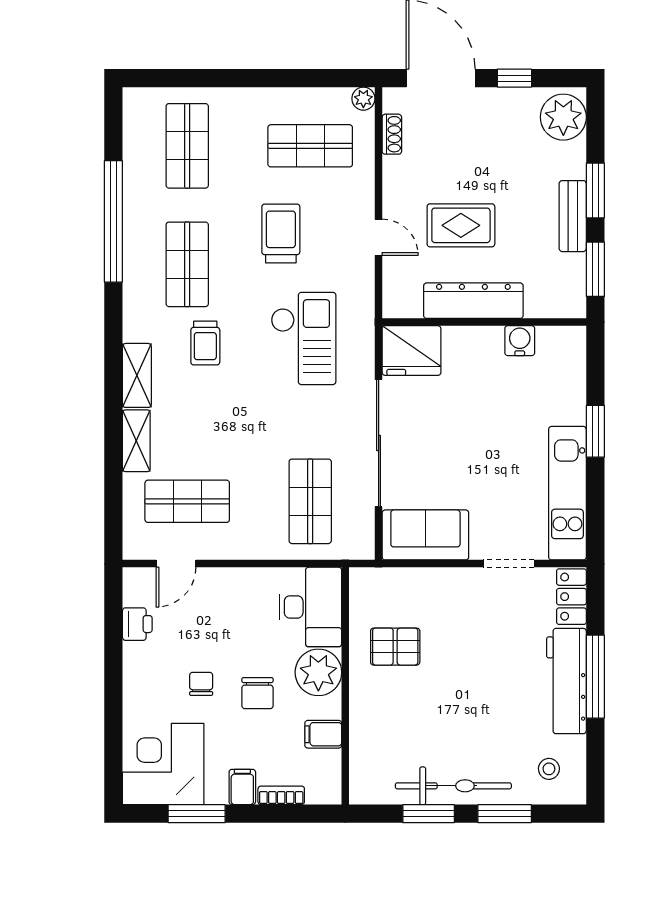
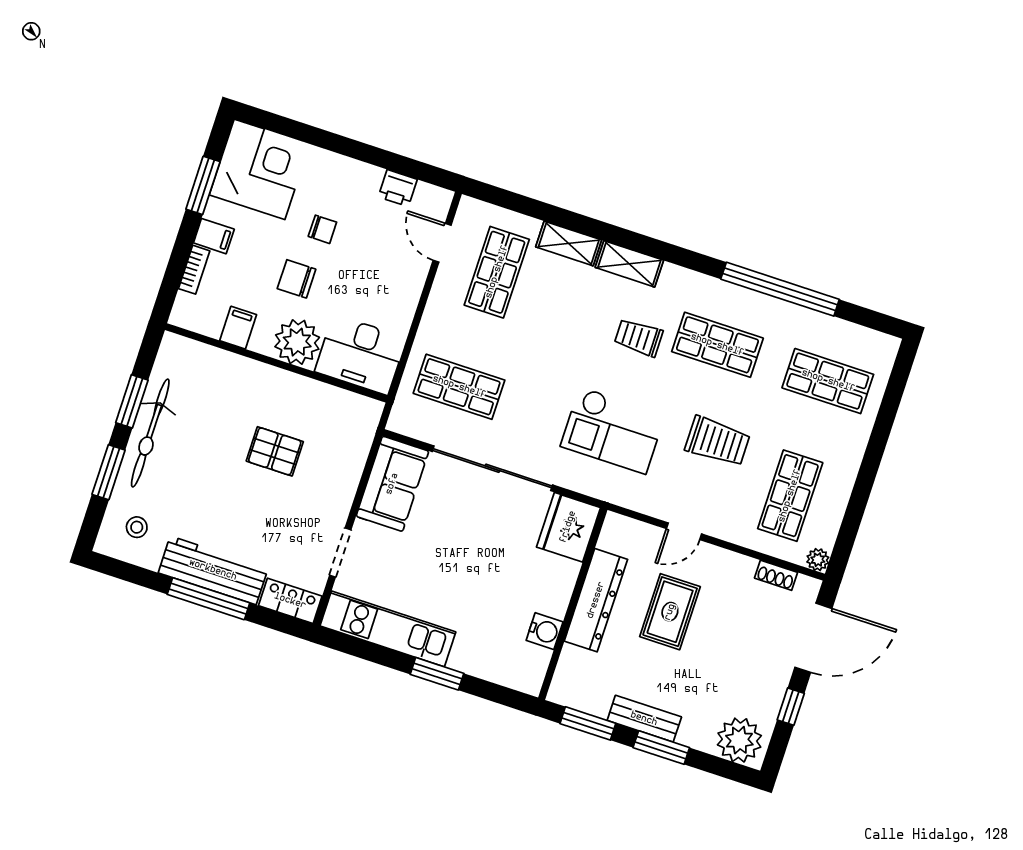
pallet: (395, 647) -> (275, 451), moved, turned 90

